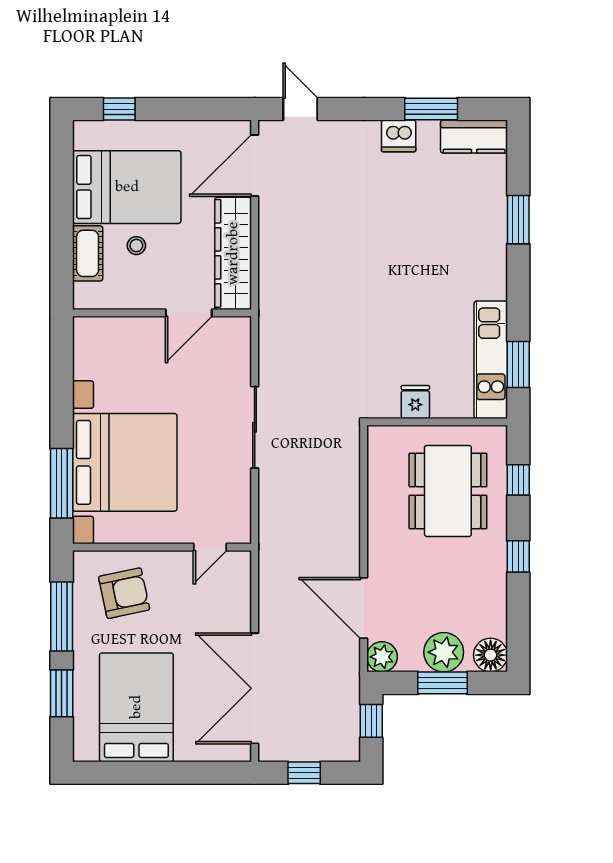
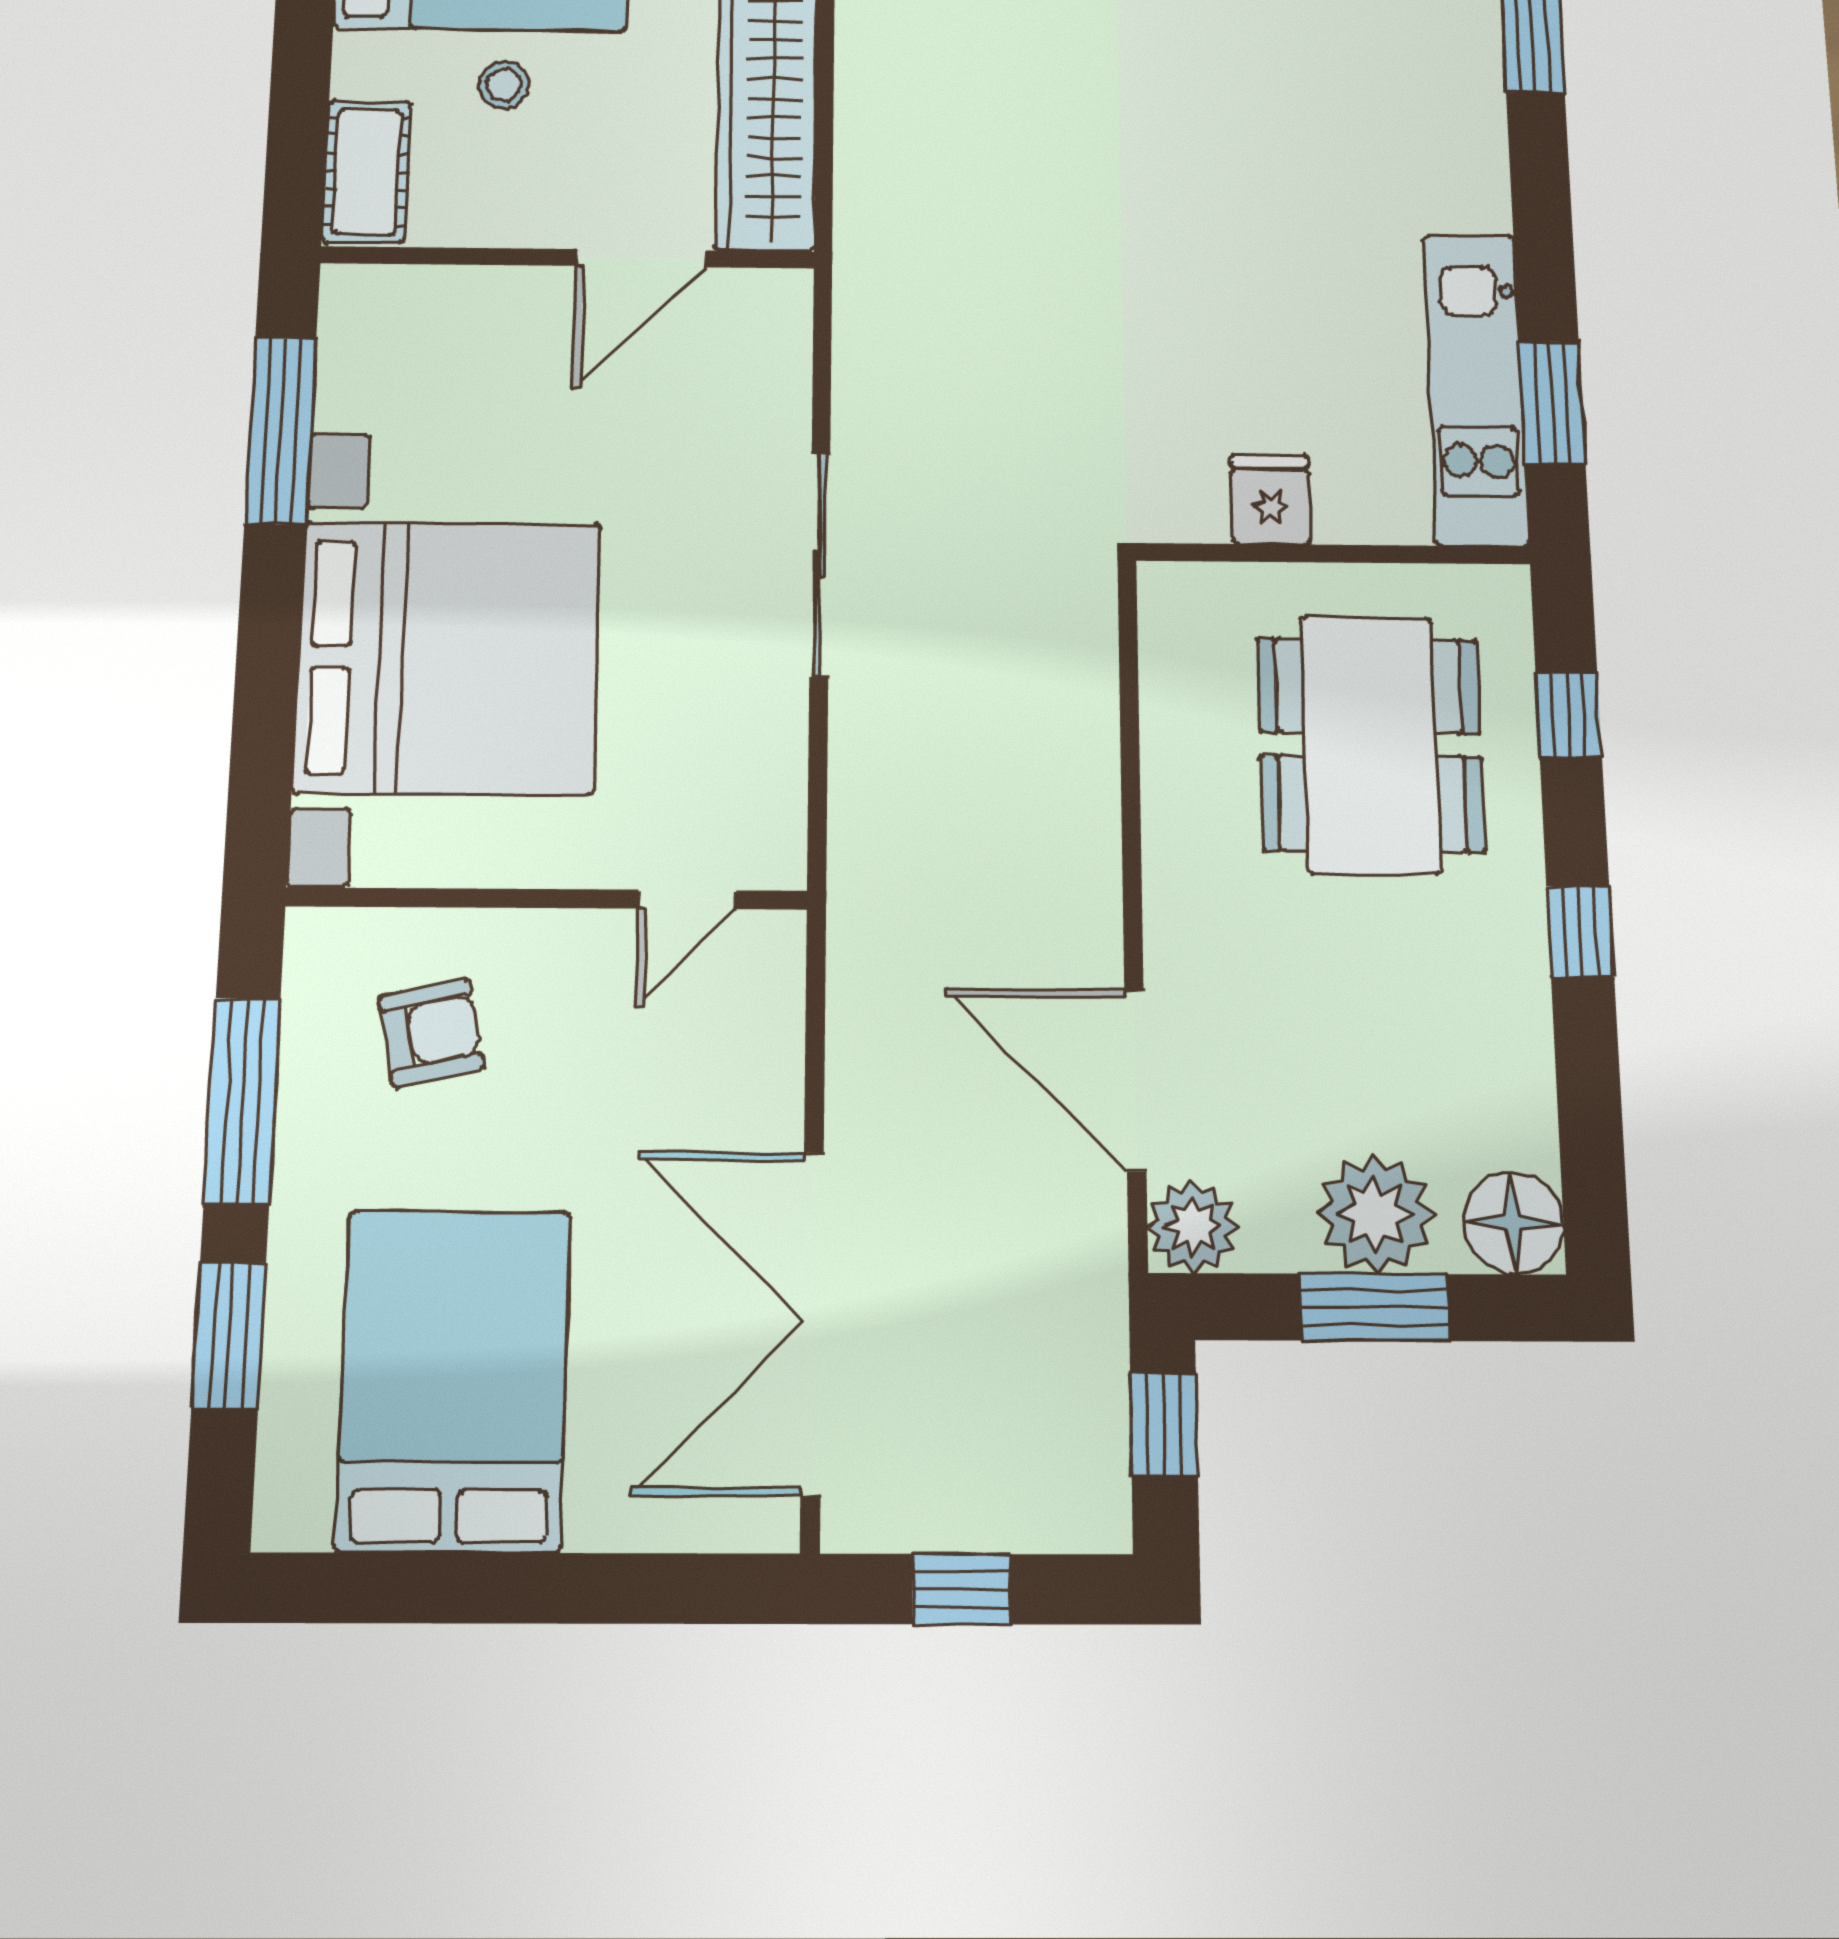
cot: (88, 253) -> (367, 172), moved
window: (62, 483) -> (281, 430), moved
armchair: (124, 593) -> (431, 1032), width x0.72, depth x0.72

